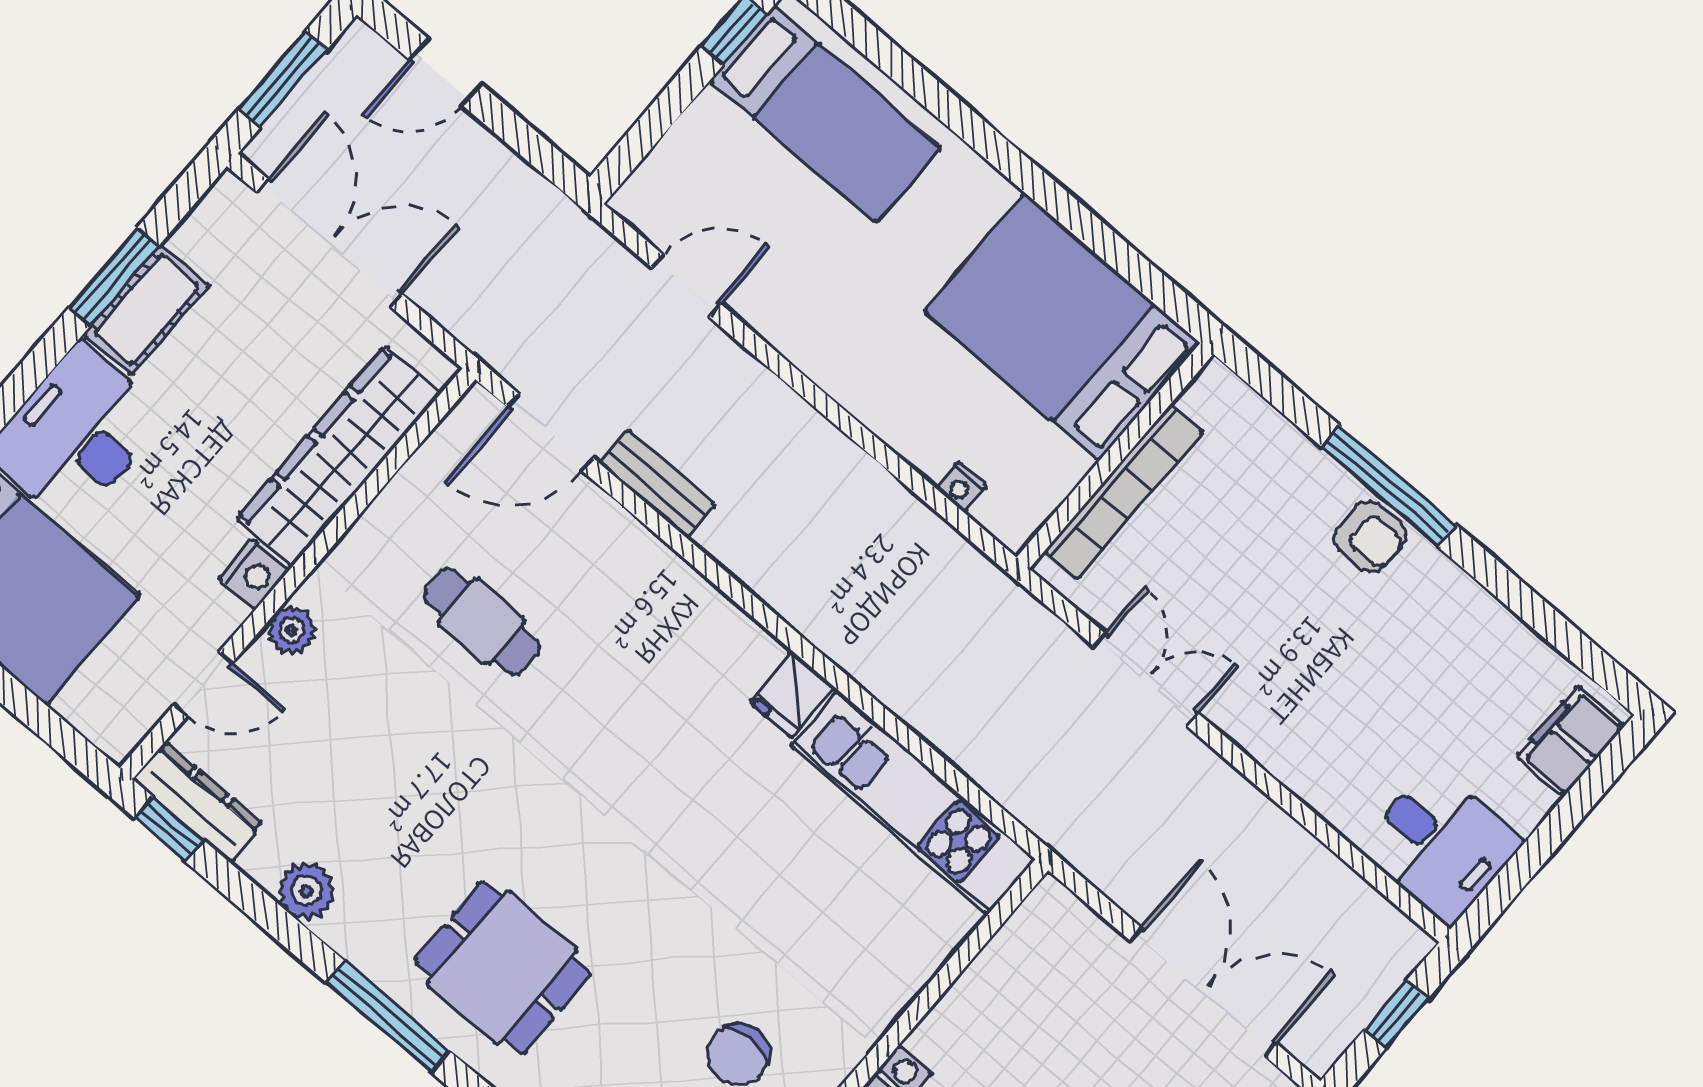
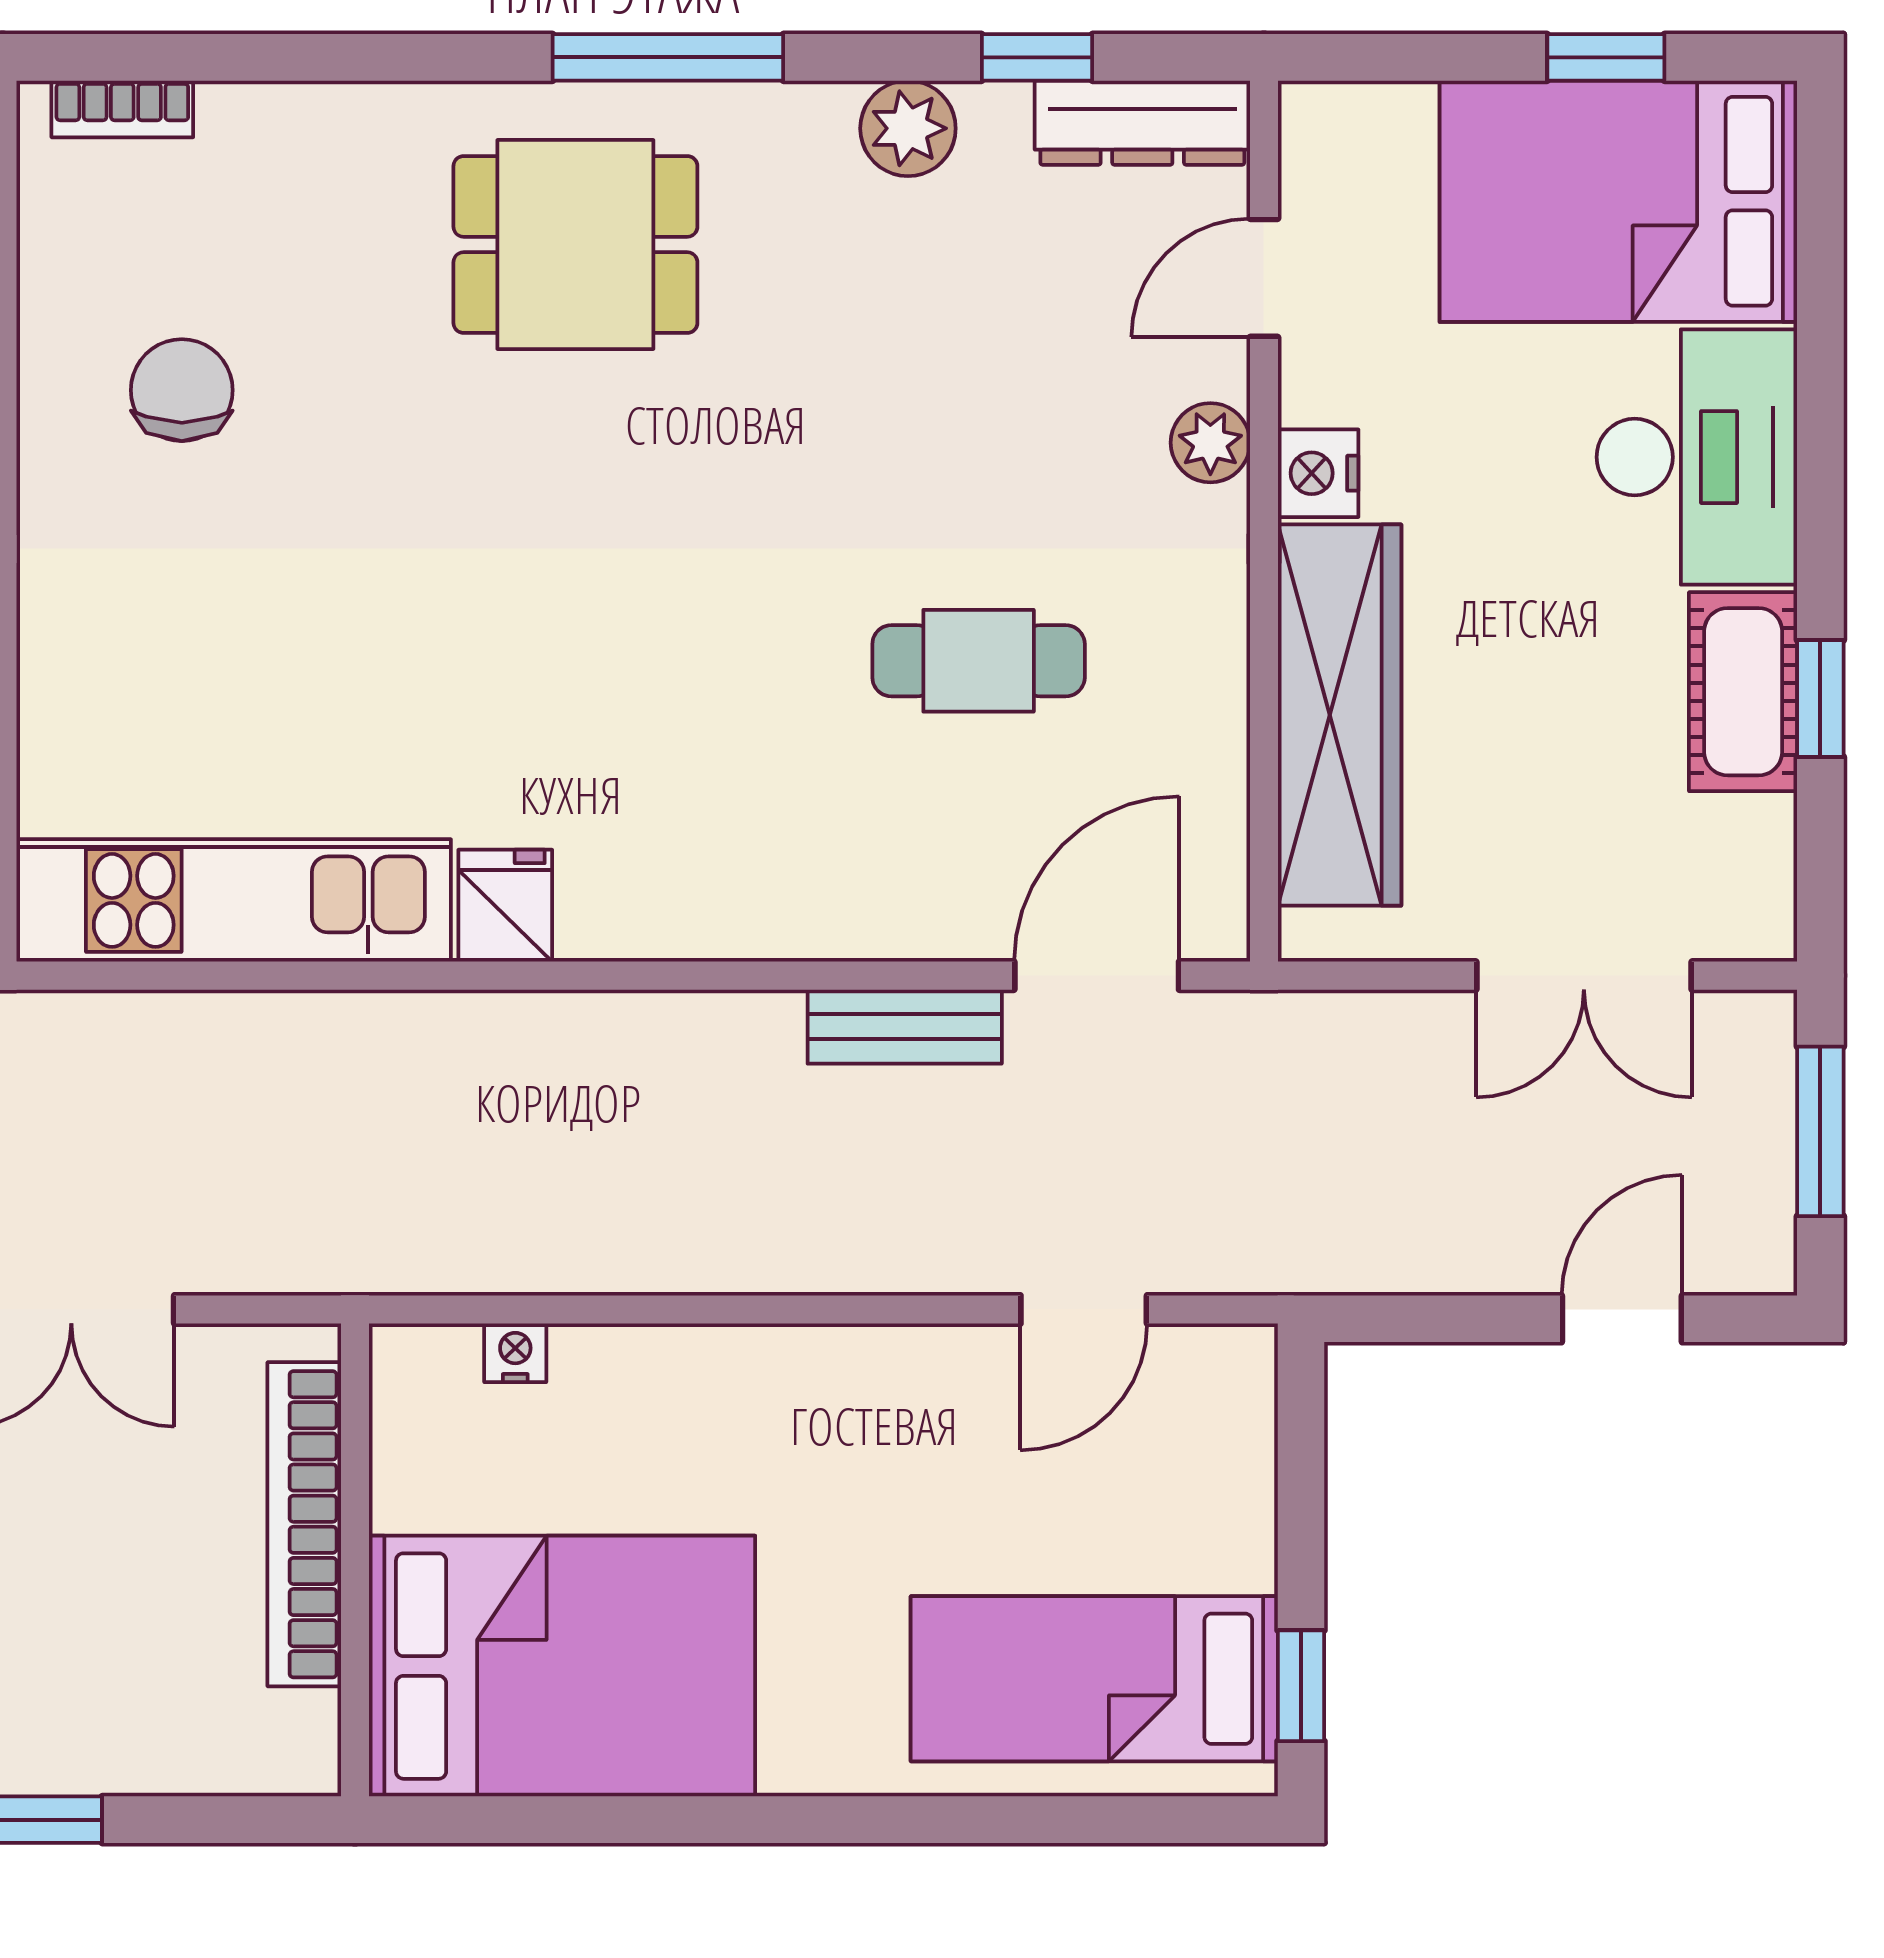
double door: (329, 243) -> (1584, 976), width x0.73
window: (114, 277) -> (1820, 699), width x0.67
window: (169, 829) -> (1037, 57), moved

